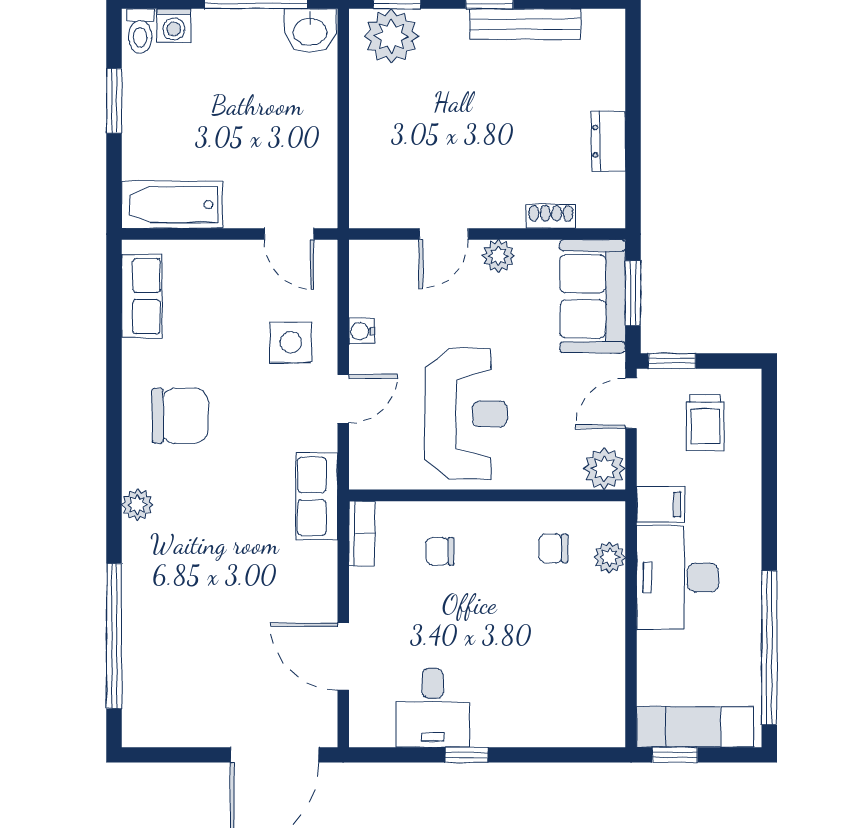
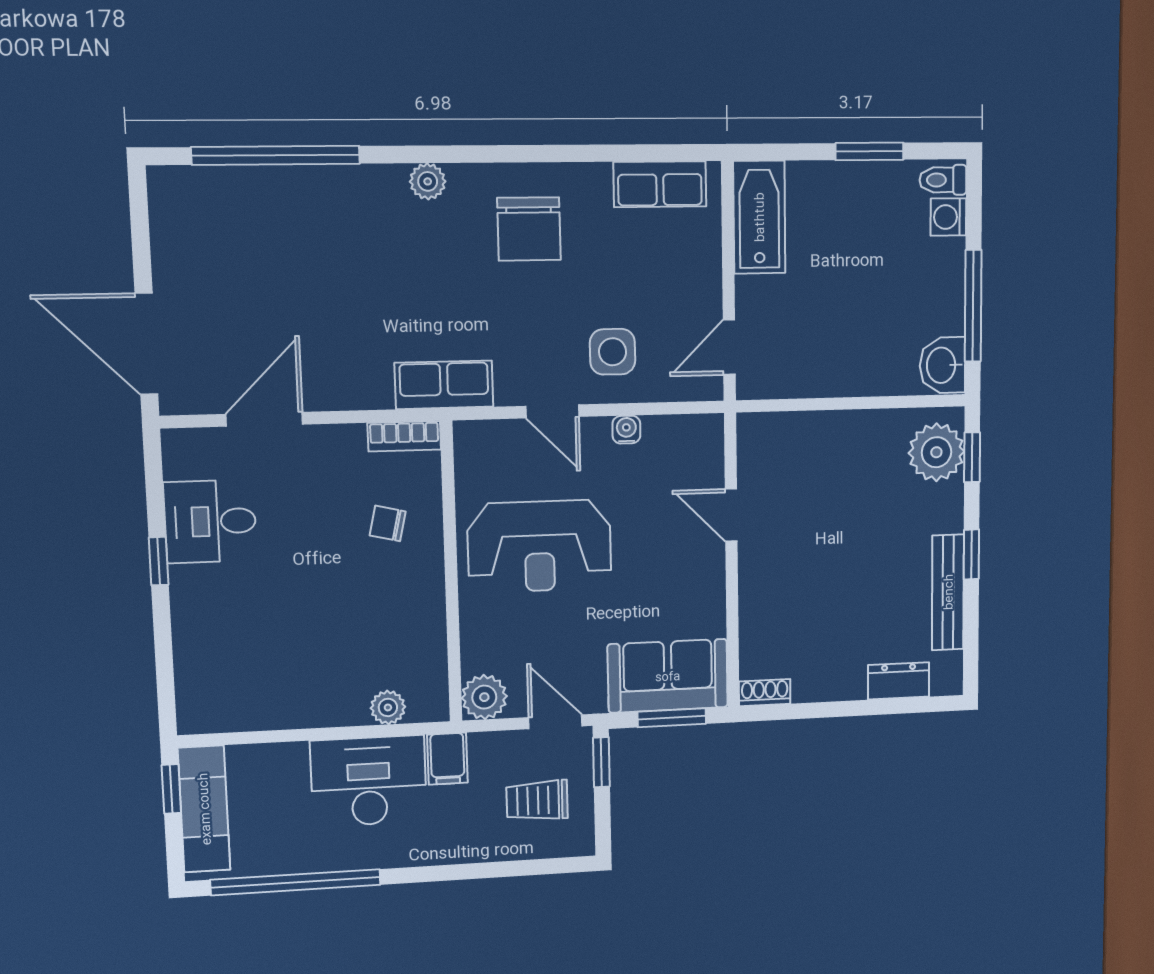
dresser: (609, 141) -> (899, 681), moved
shoe rack: (551, 216) -> (765, 693), moved, turned -90
plant: (498, 256) -> (709, 574), removed
chair: (553, 548) -> (395, 646), removed
chair: (440, 551) -> (388, 523), turned -77

